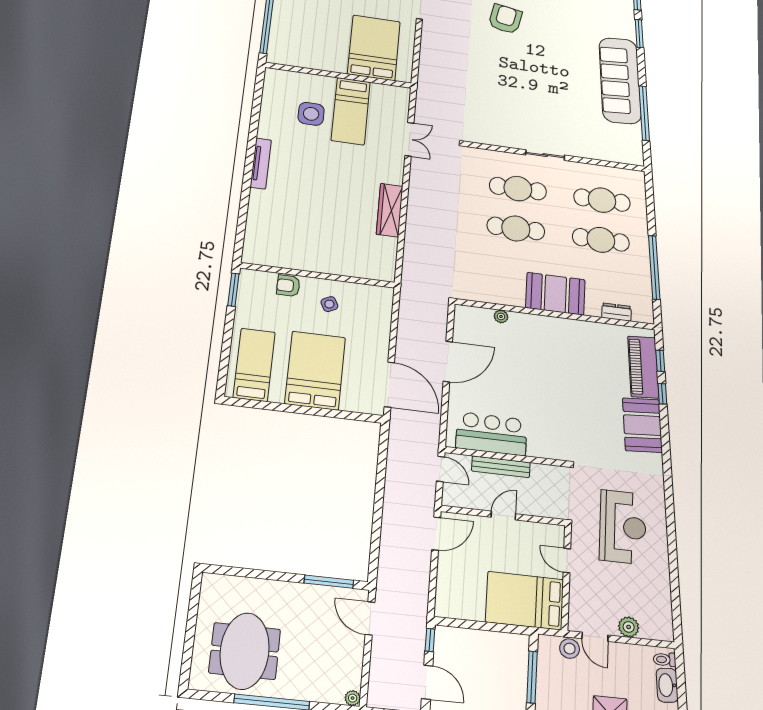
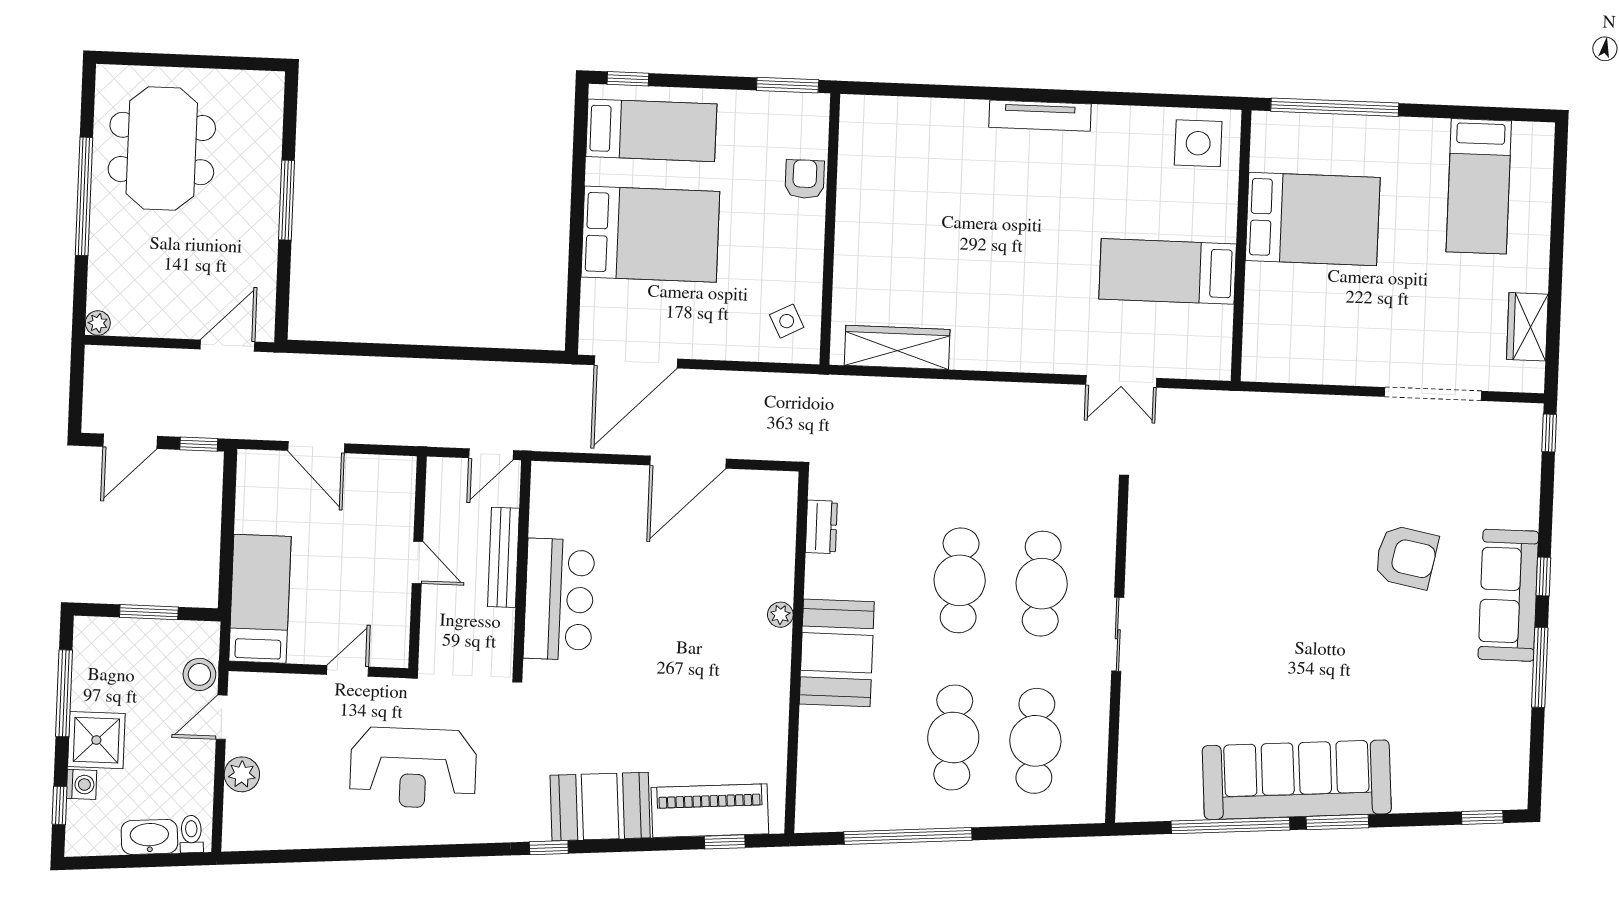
window: (639, 34) -> (1337, 822), moved
bed: (374, 48) -> (1313, 219), moved
side table: (311, 114) -> (1198, 143), moved
wardrobe: (390, 210) -> (897, 347), moved
side table: (329, 304) -> (787, 321), moved
dresser: (616, 312) -> (821, 527), moved
plant: (501, 316) -> (780, 615), moved
door: (448, 362) -> (688, 462), hinge flipped
window: (223, 375) -> (628, 79), added
window: (662, 394) -> (549, 848), moved
bar counter: (491, 434) -> (559, 599), moved
door: (436, 534) -> (316, 447), moved
window: (329, 582) -> (287, 200), moved
bed: (525, 601) -> (260, 599), width x0.67
meeting table: (245, 651) -> (162, 148), turned 90
window: (532, 677) -> (149, 612), width x0.69

